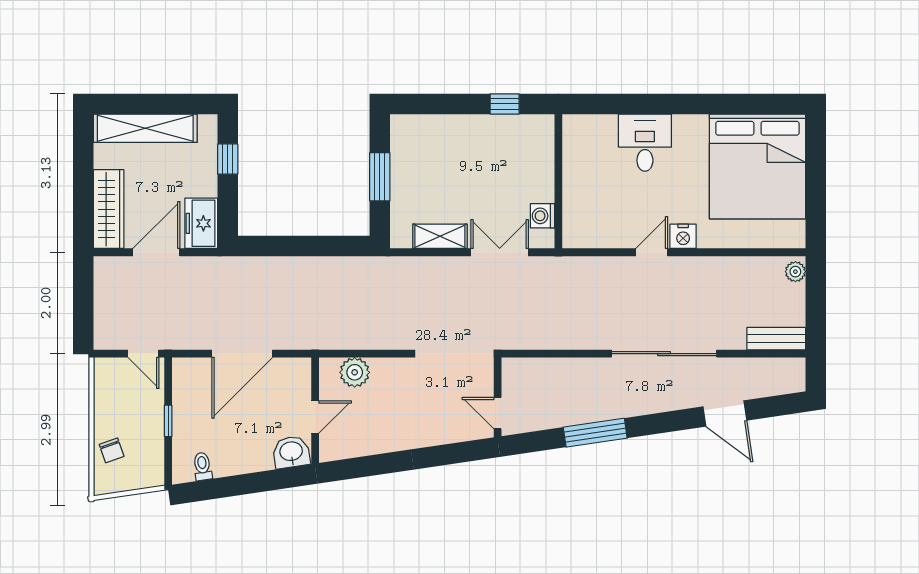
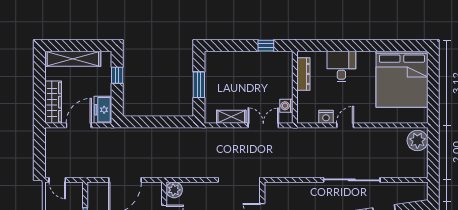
dresser: (574, 157) -> (303, 74), added
nightstand: (683, 236) -> (326, 117), moved
plant: (795, 272) -> (417, 141), width x1.87, depth x1.87
bench: (776, 339) -> (412, 172), removed
door: (143, 354) -> (57, 180), moved
plant: (355, 372) -> (174, 190), moved

